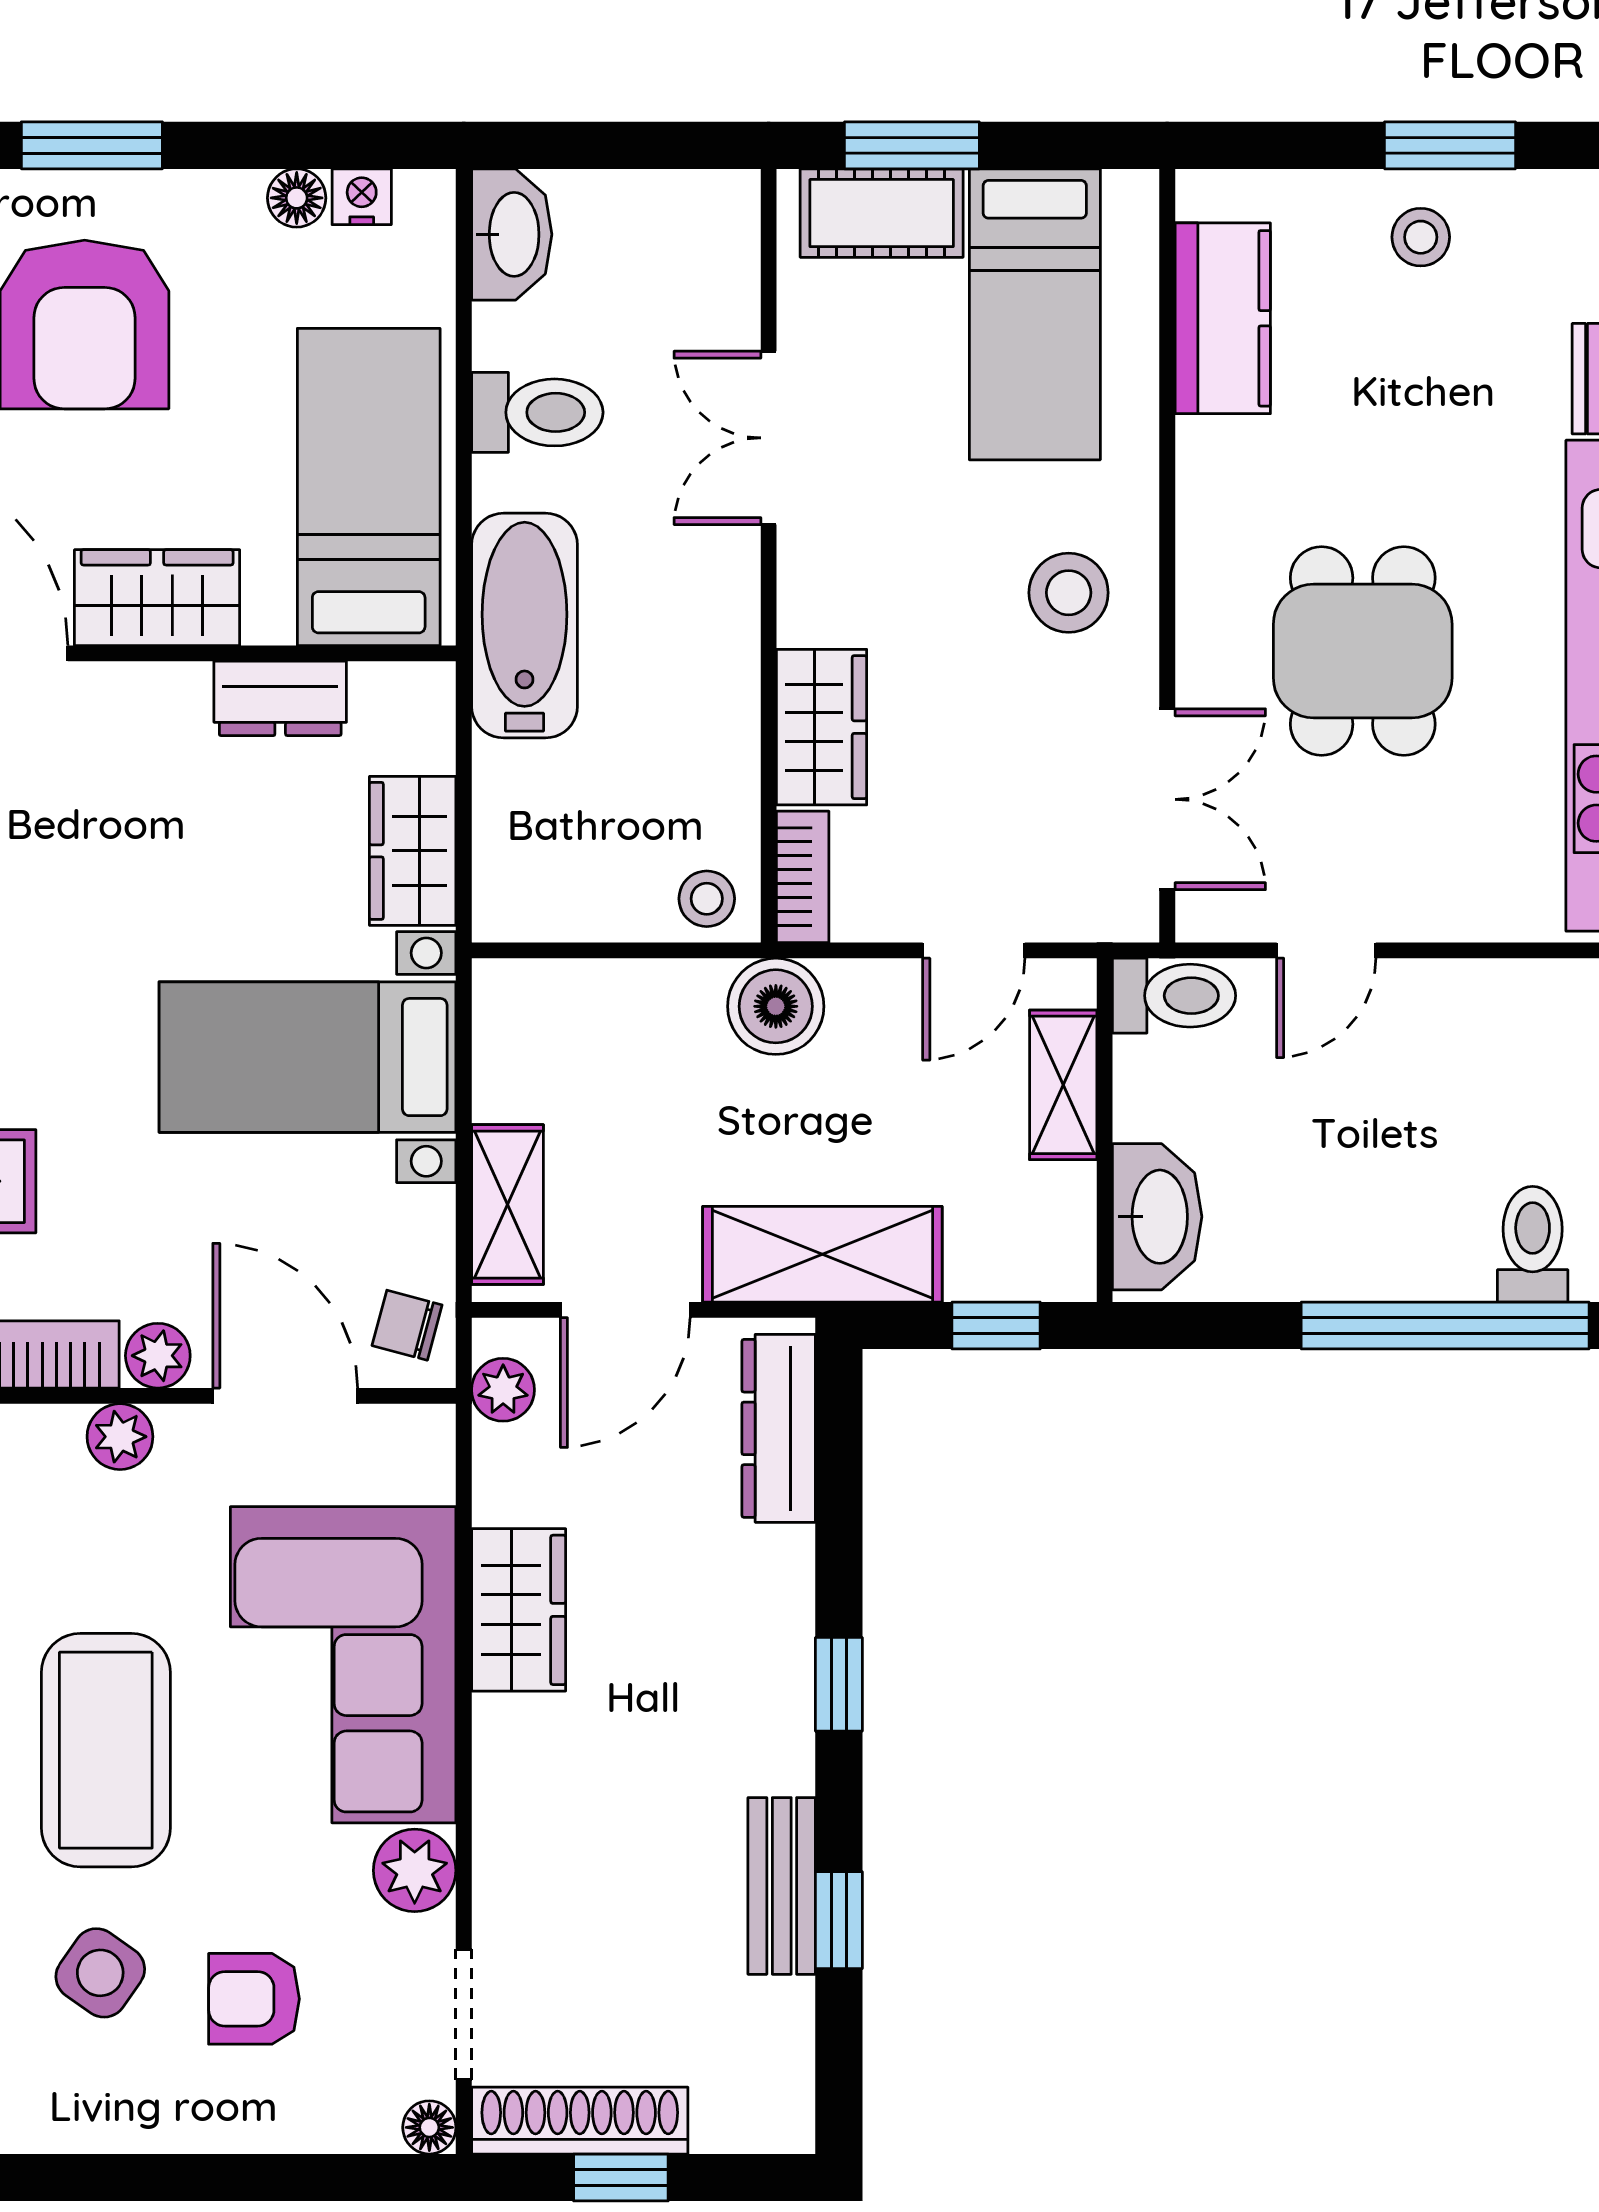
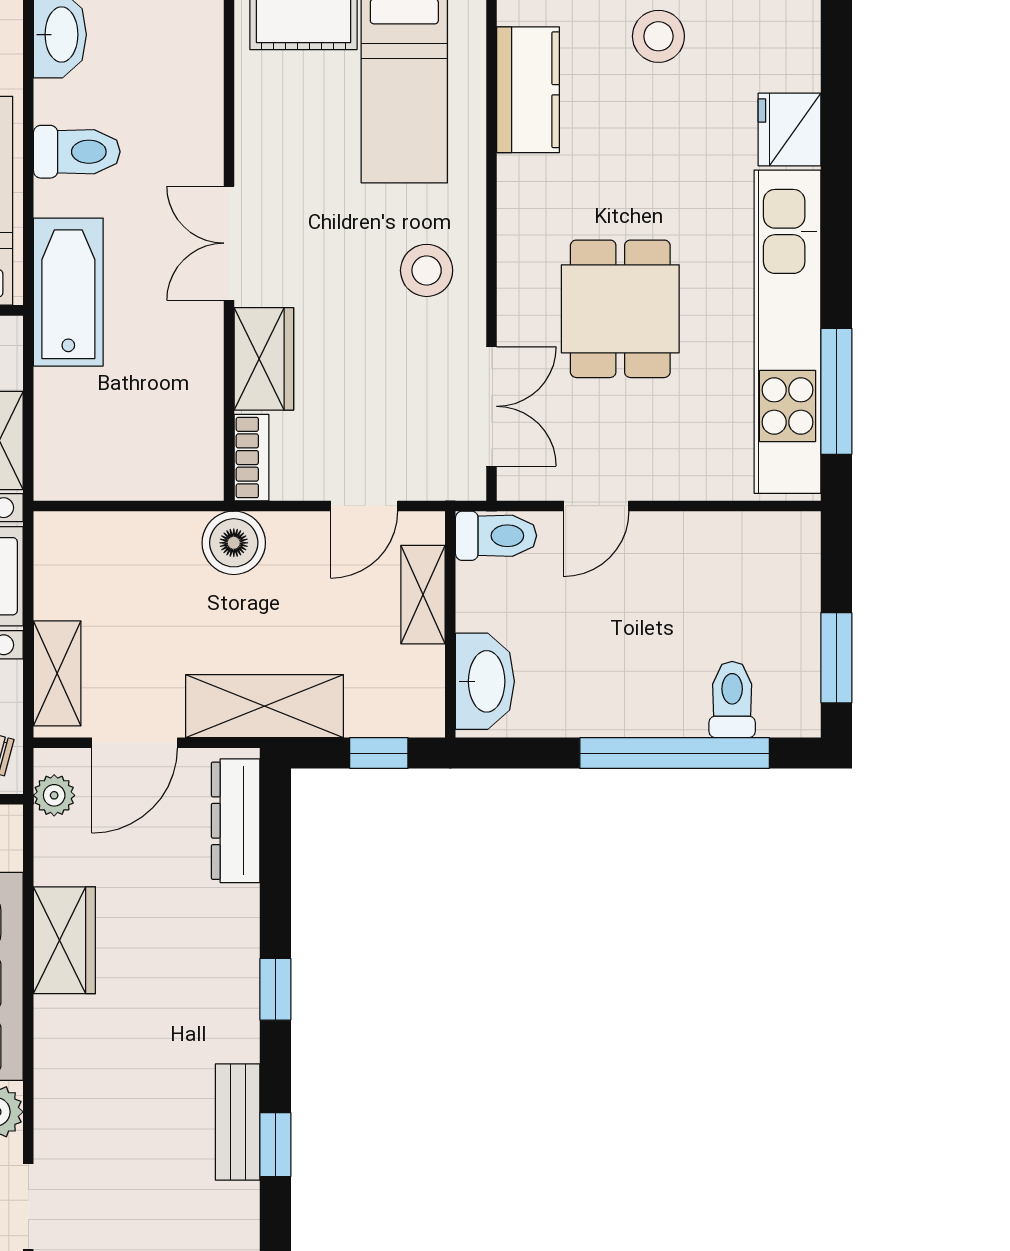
stool: (1421, 237) -> (658, 36), width x1.37, depth x1.37
double door: (769, 438) -> (229, 243), moved
stool: (707, 899) -> (188, 472), removed

